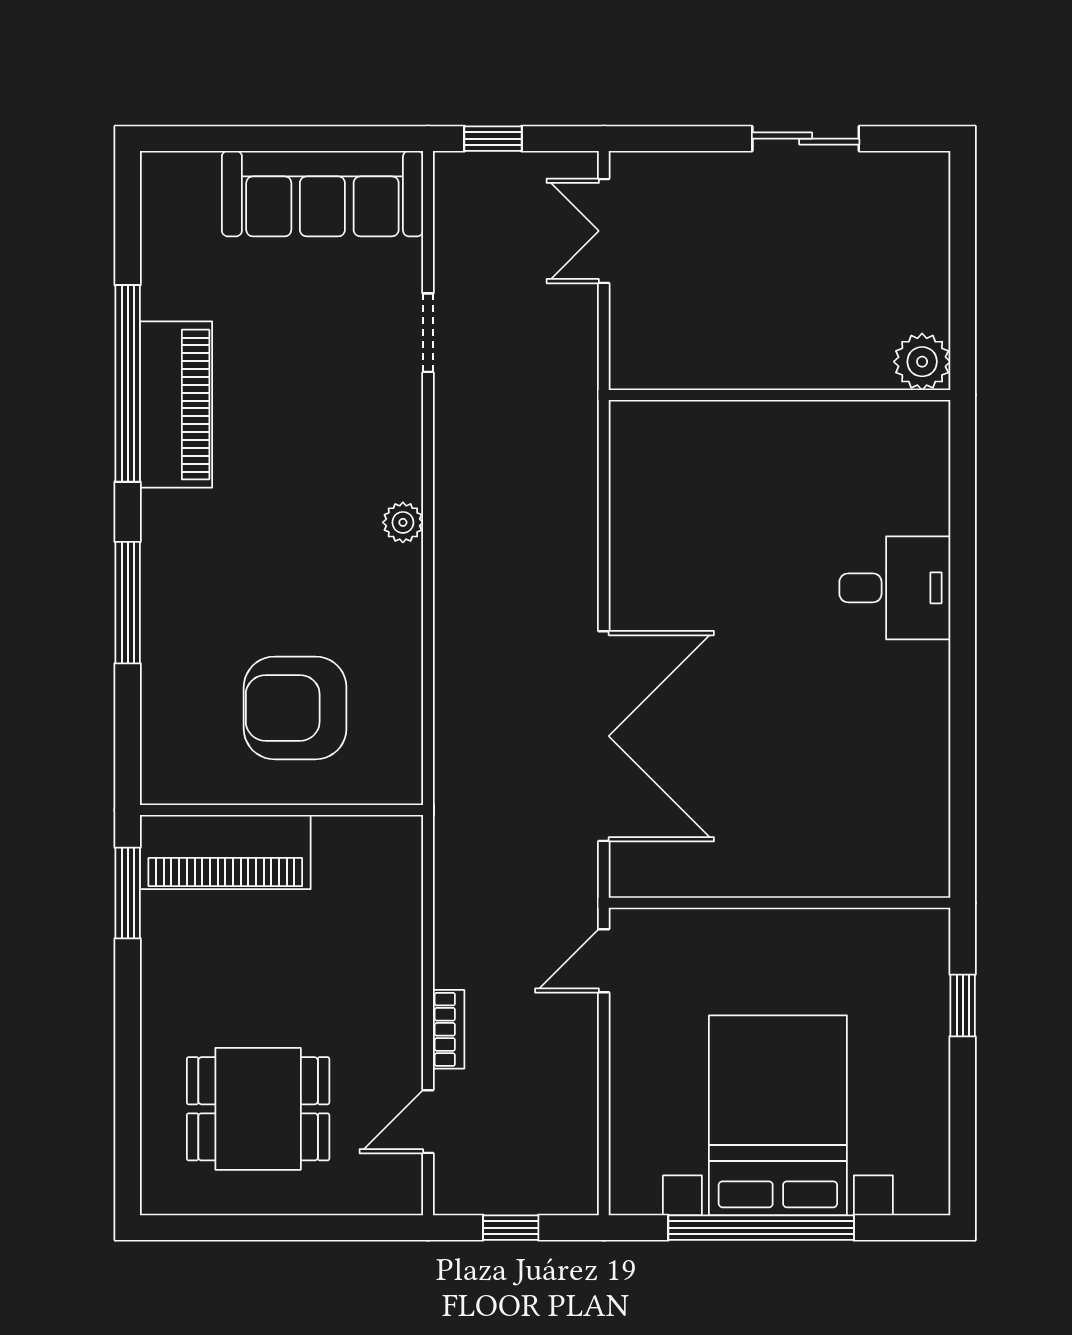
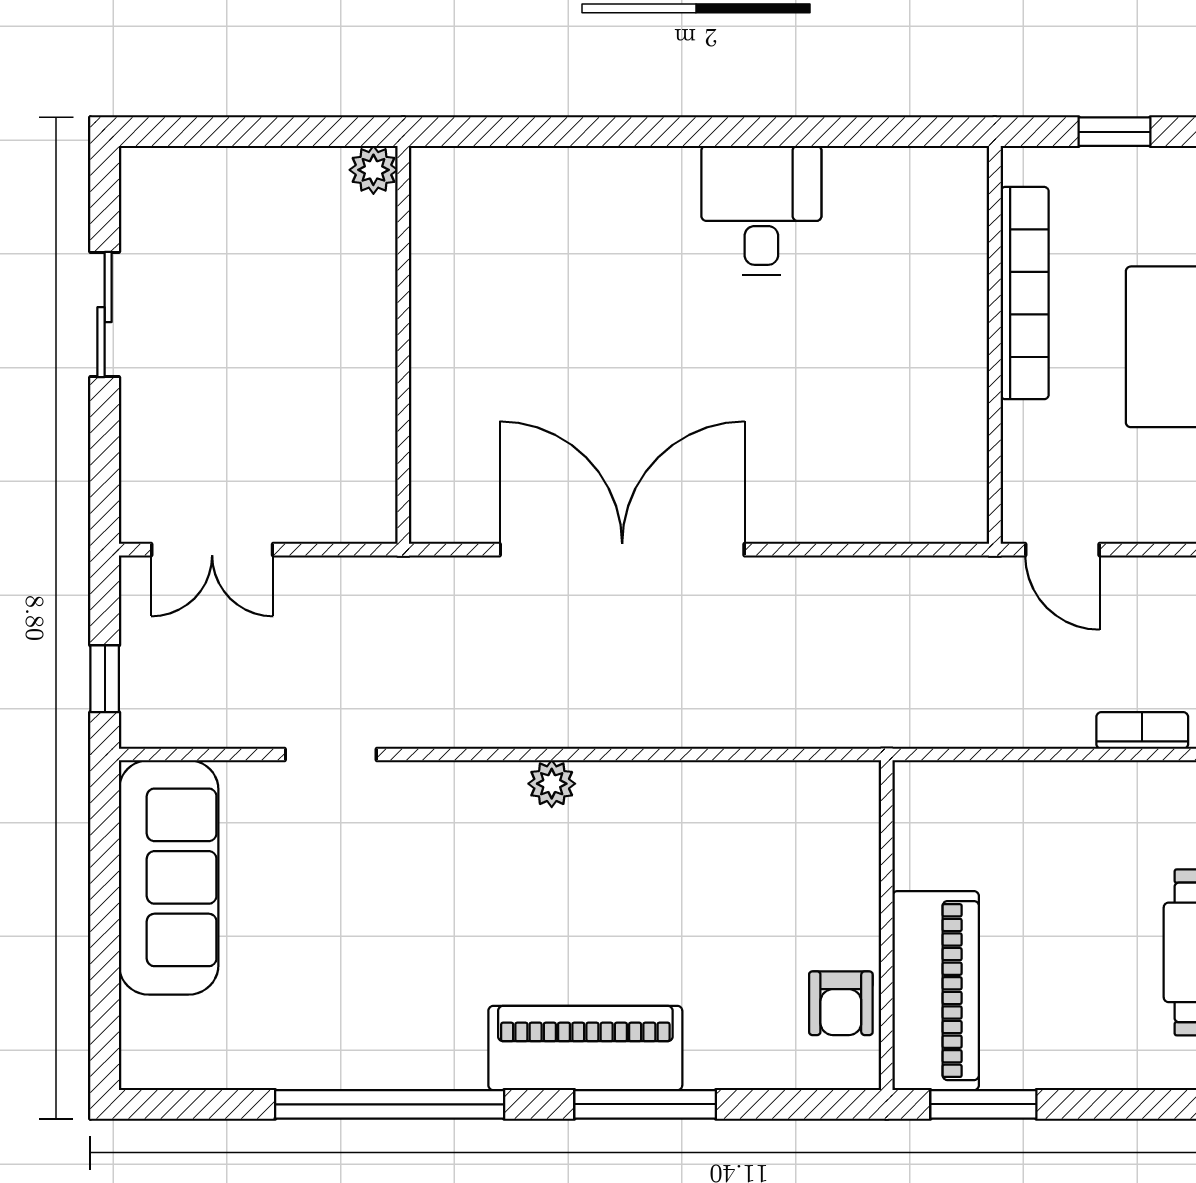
plant: (922, 362) -> (373, 170), width x0.73, depth x0.73
piano: (176, 405) -> (585, 1048), moved
desk: (895, 588) -> (761, 211), moved
armchair: (295, 708) -> (841, 1003), moved, width x0.53, depth x0.53
double door: (604, 736) -> (622, 550), moved
bookcase: (824, 928) -> (1025, 293), added

